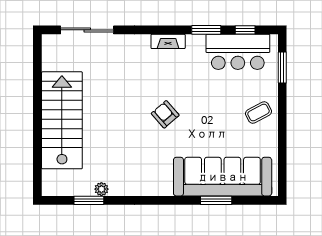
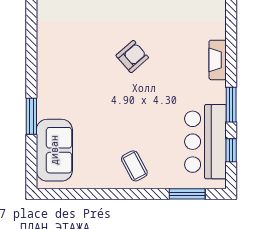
sofa: (223, 177) -> (54, 150), width x0.54, depth x0.79

